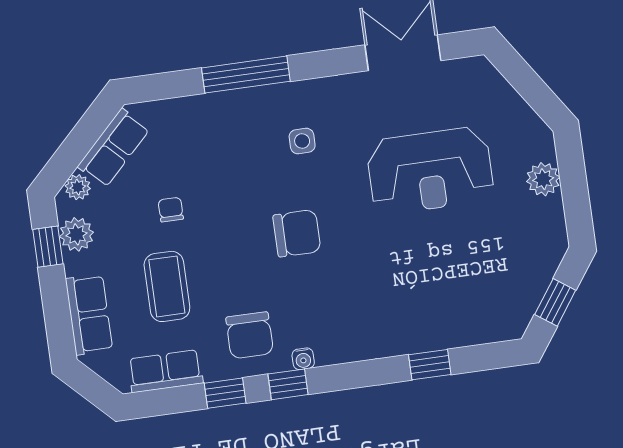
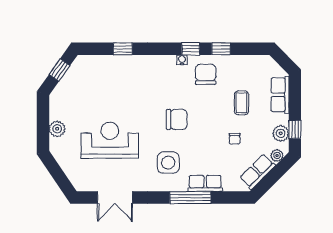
side table: (302, 141) -> (168, 163), width x1.87, depth x1.87
chair: (297, 233) -> (177, 119), turned 180
coffee table: (167, 286) -> (241, 103), width x0.73, depth x0.77
row of seats: (165, 371) -> (205, 183), moved, turned 180

